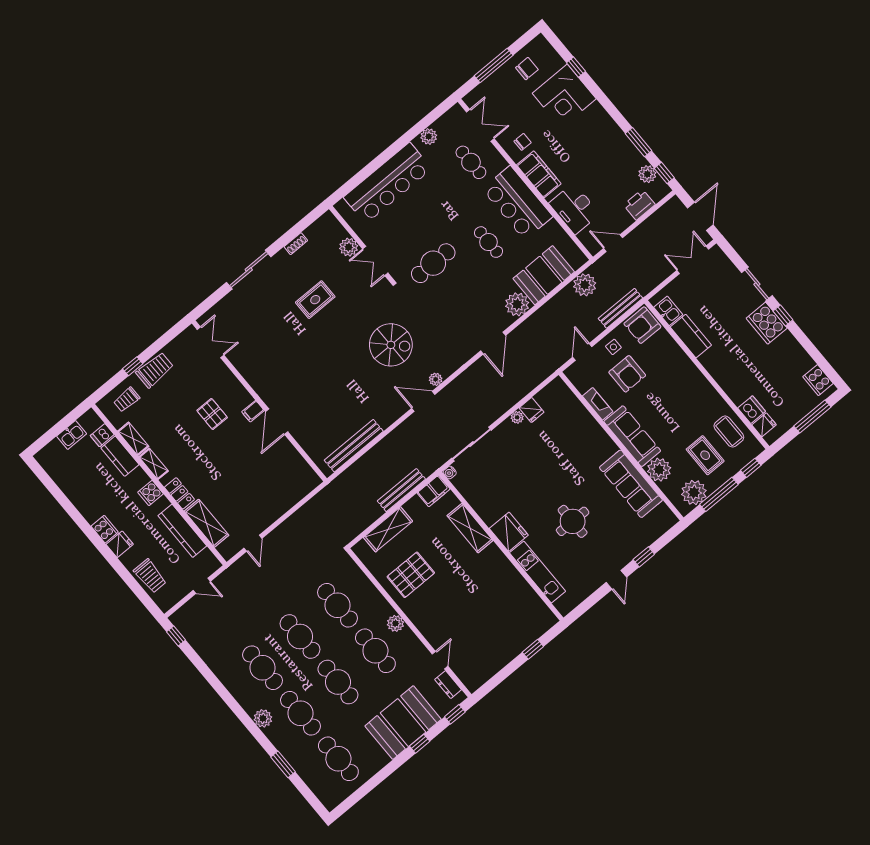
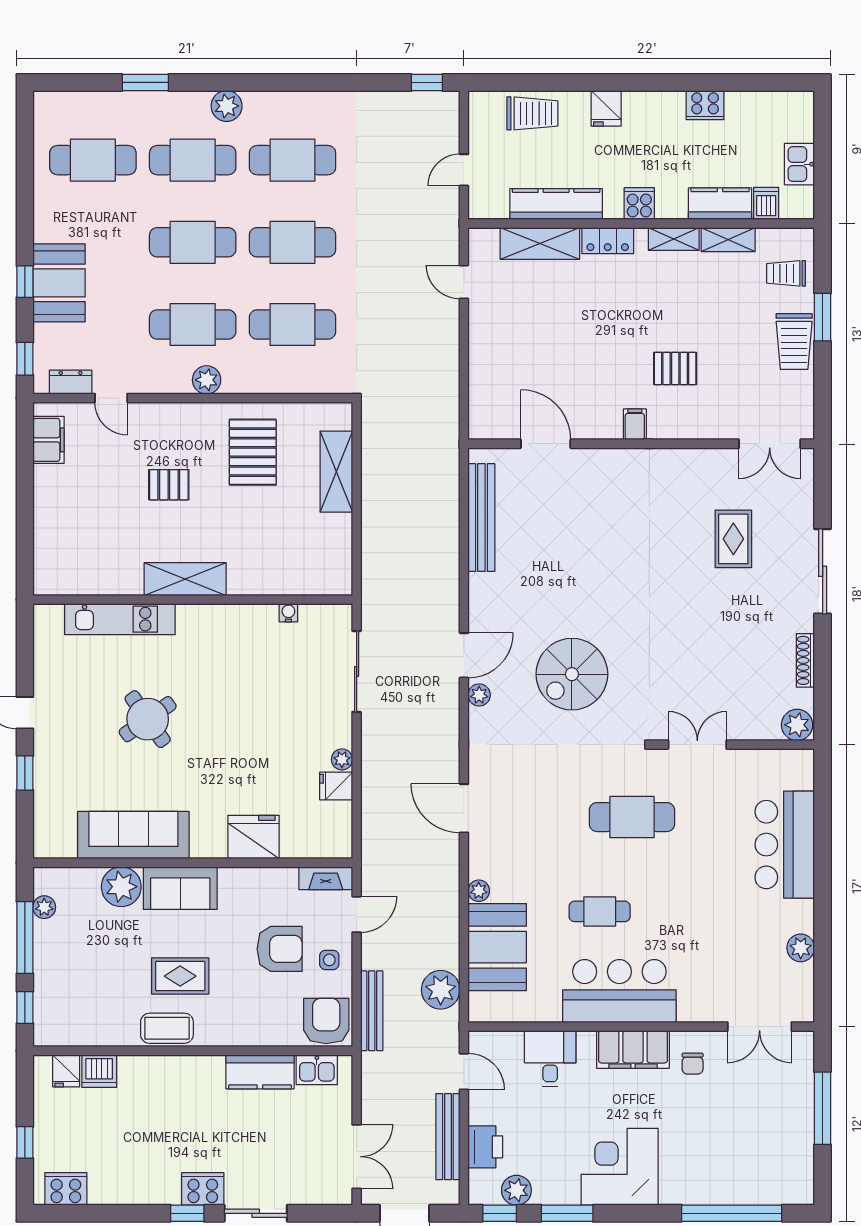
window: (576, 67) -> (732, 1213), width x3.17
chair: (527, 69) -> (783, 1148), removed
corner desk: (564, 96) -> (620, 1167), moved
cafe table: (471, 162) -> (722, 975), removed
bar counter: (388, 183) -> (785, 845), width x0.73
desk: (574, 209) -> (550, 1058), width x0.73
door: (613, 243) -> (464, 1072), hinge flipped
shoe rack: (296, 244) -> (805, 660), width x1.43
plant: (349, 247) -> (797, 725), moved
cafe table: (433, 263) -> (632, 817), turned 90
rug: (315, 300) -> (733, 539), moved
plant: (517, 304) -> (479, 891), width x0.53, depth x0.53
cooker: (767, 323) -> (203, 1189), width x0.73, depth x0.76
door: (582, 352) -> (357, 914), hinge flipped
window: (133, 366) -> (823, 317), width x1.50
armchair: (627, 374) -> (280, 949), turned 180
trolley: (127, 400) -> (786, 273), turned -90
fireplace: (598, 404) -> (326, 878), moved
window: (812, 416) -> (25, 1142), width x0.46
door: (277, 422) -> (546, 444), moved
coffee table: (729, 432) -> (167, 1028), moved
sofa: (632, 436) -> (180, 888), width x0.73
rug: (705, 455) -> (180, 976), moved
water cooler: (450, 473) -> (288, 613), moved
bench: (401, 490) -> (448, 1137), moved
filing cabinet: (434, 491) -> (49, 440), moved, turned 180
plant: (694, 493) -> (44, 907), width x0.53, depth x0.53
round table: (573, 521) -> (148, 719), turned -35
shelving: (470, 528) -> (185, 579), moved
cooker: (105, 529) -> (705, 105), moved
fridge: (509, 532) -> (254, 837), moved, turned 180
trolley: (150, 576) -> (532, 113), turned 180
pallet: (458, 601) -> (169, 485), added
window: (533, 649) -> (25, 530), removed
booth: (403, 723) -> (59, 283), width x0.73, depth x0.70

